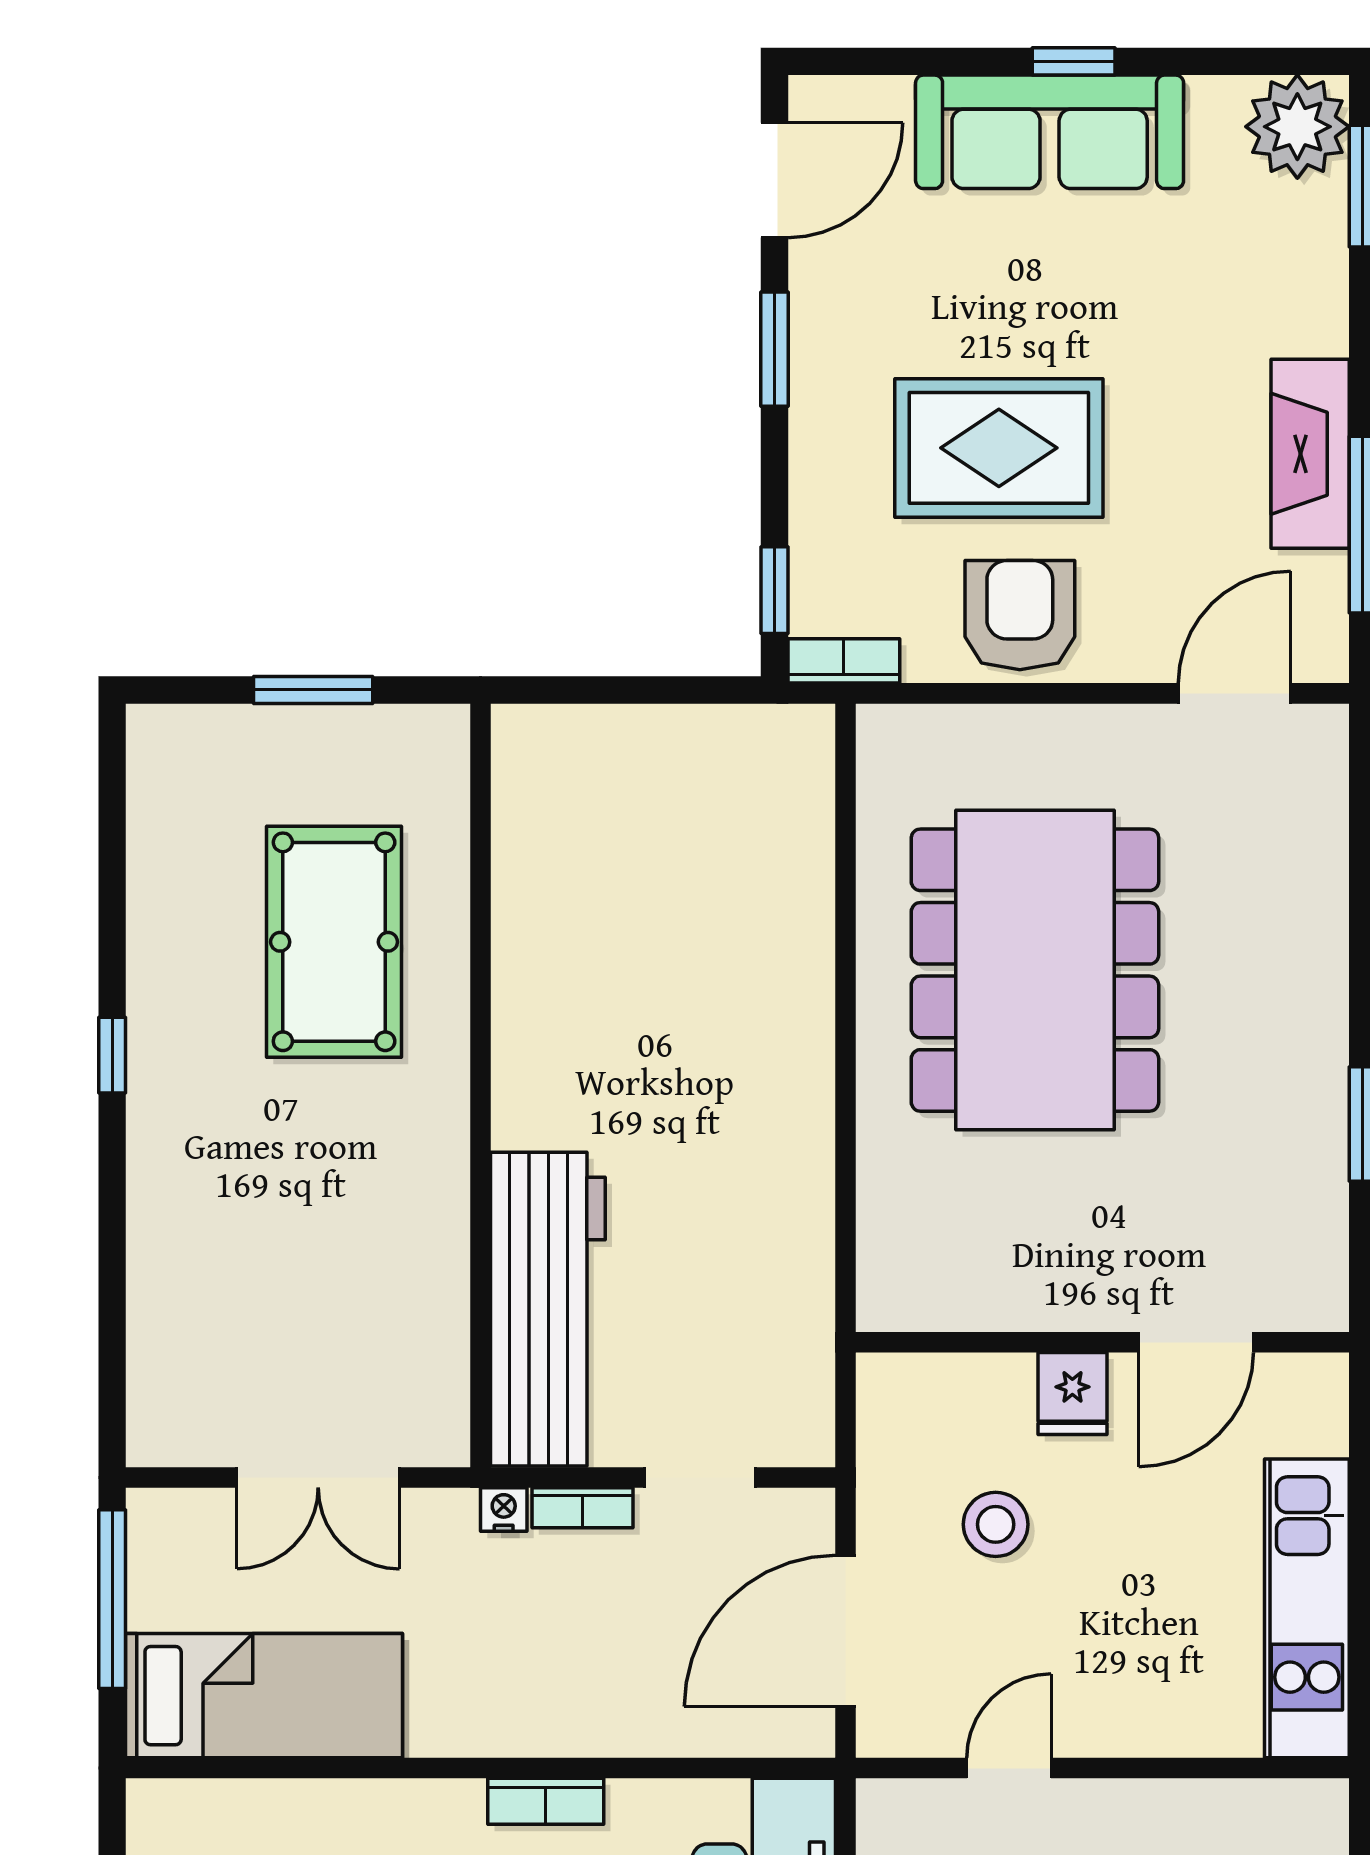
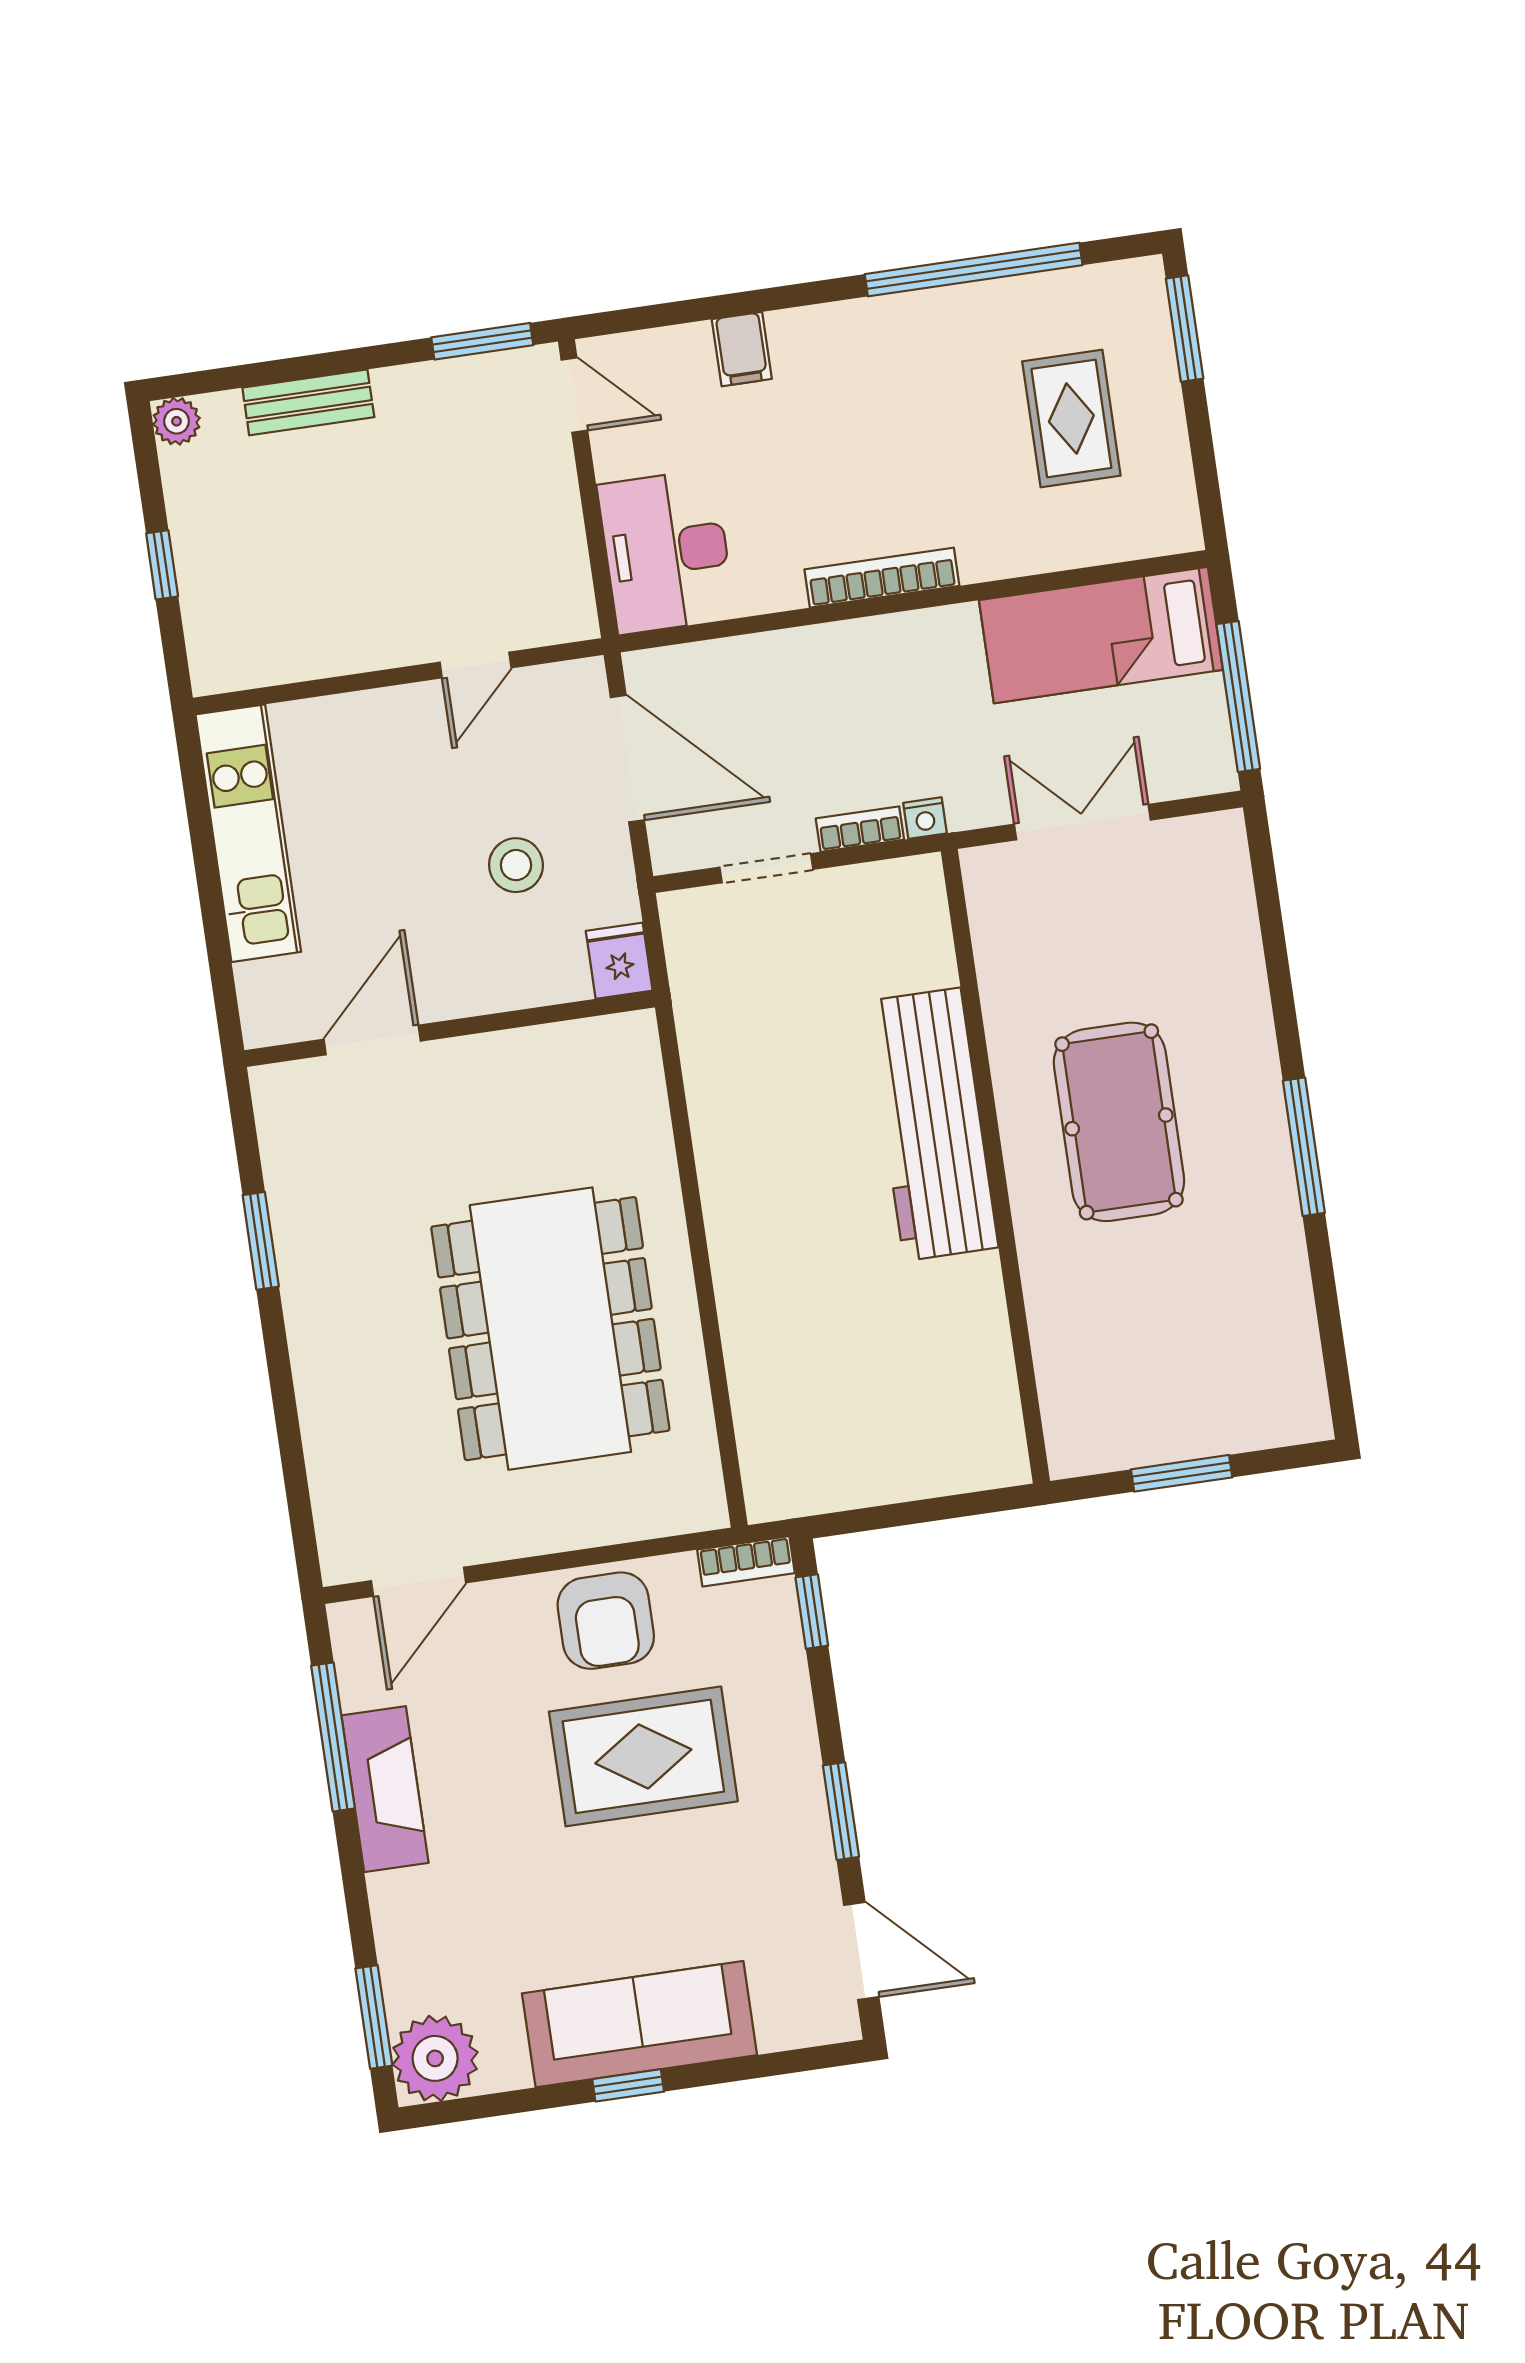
door: (775, 180) -> (861, 1951), swing flipped
pool table: (334, 942) -> (1119, 1122), moved
window: (112, 1055) -> (1304, 1147), width x2.17
workbench: (548, 1309) -> (932, 1124), moved
fridge: (1072, 1393) -> (619, 961), moved
door: (845, 1631) -> (627, 759), hinge flipped
bookcase: (546, 1801) -> (882, 578), width x1.56

